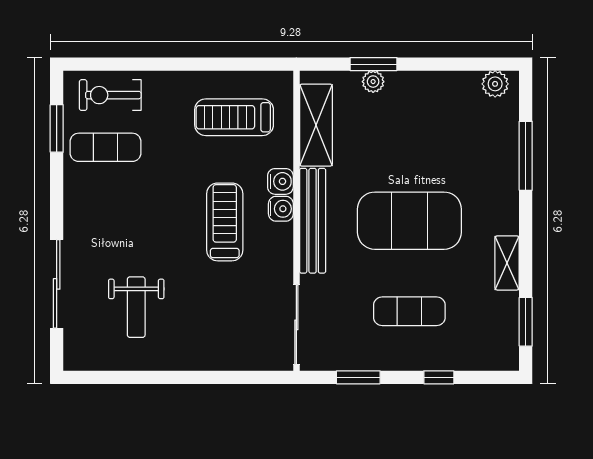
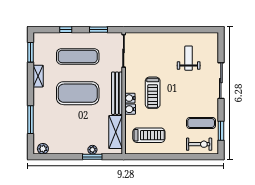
sliding door: (57, 284) -> (221, 81), moved
exercise mat: (409, 311) -> (78, 56), width x1.36, depth x1.45

